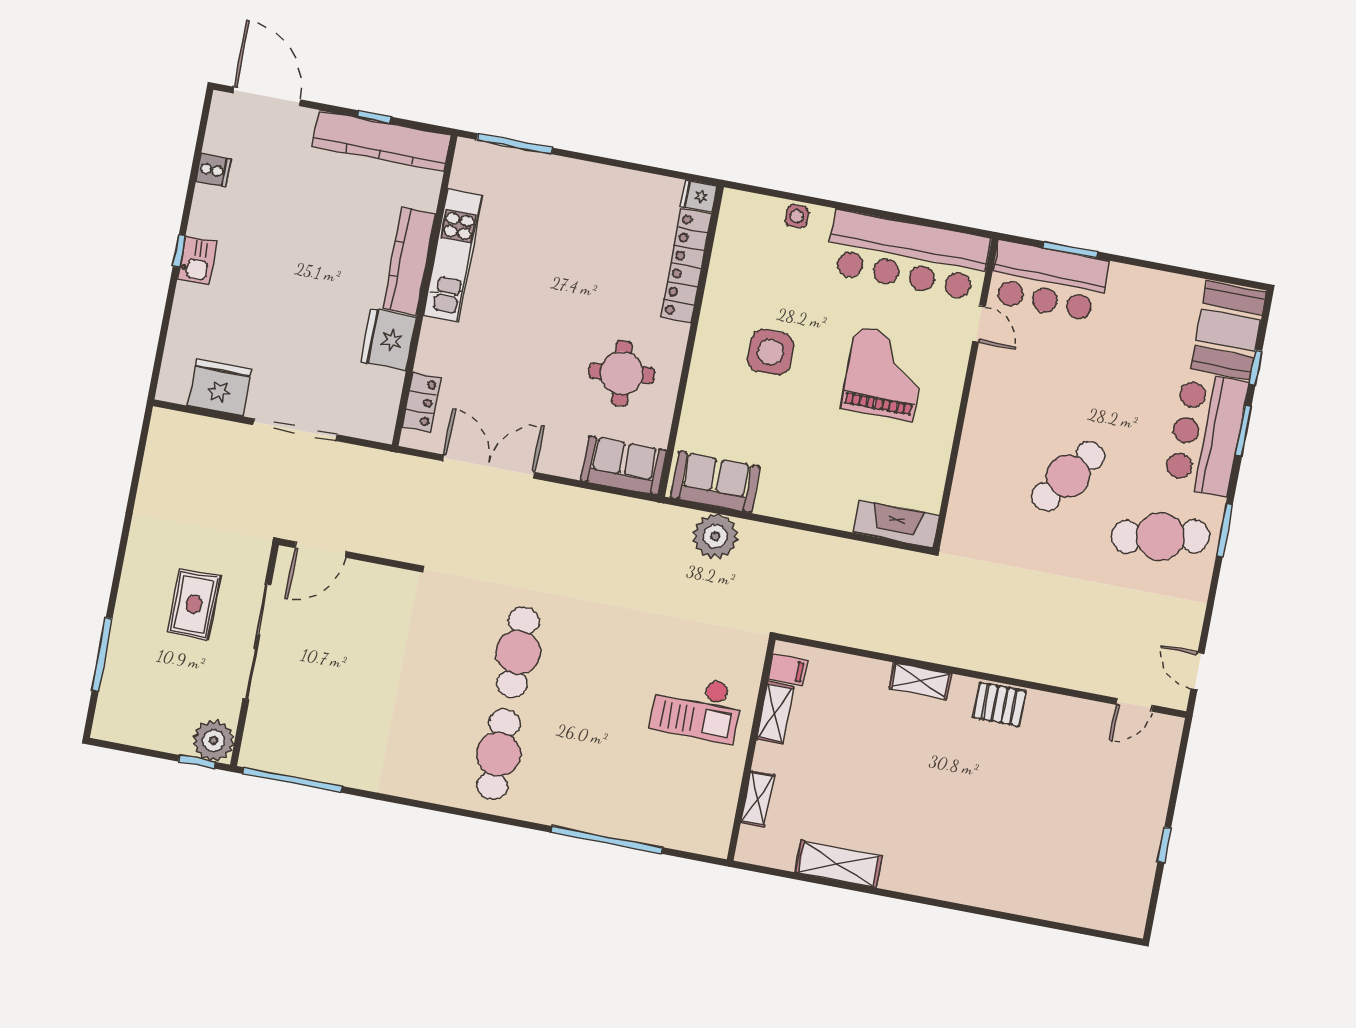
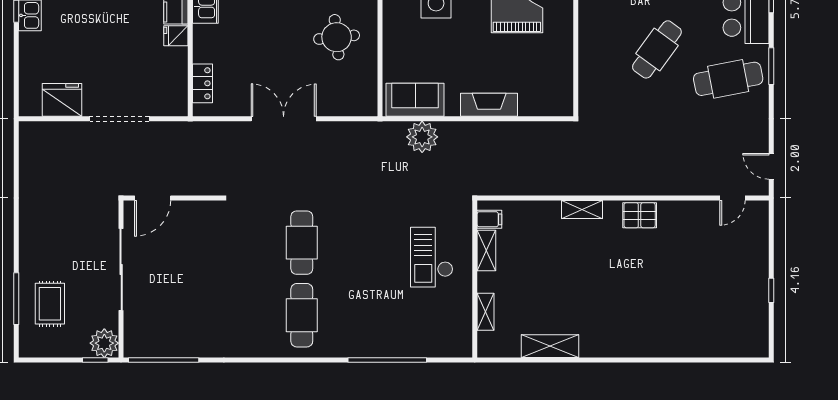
fridge: (388, 340) -> (176, 36), width x0.53, depth x0.75
sofa: (623, 465) -> (350, 100), removed
double door: (489, 467) -> (284, 119), moved
fireplace: (896, 524) -> (489, 105), moved
rug: (194, 604) -> (50, 304), moved
checkout: (696, 707) -> (432, 257), turned 90

